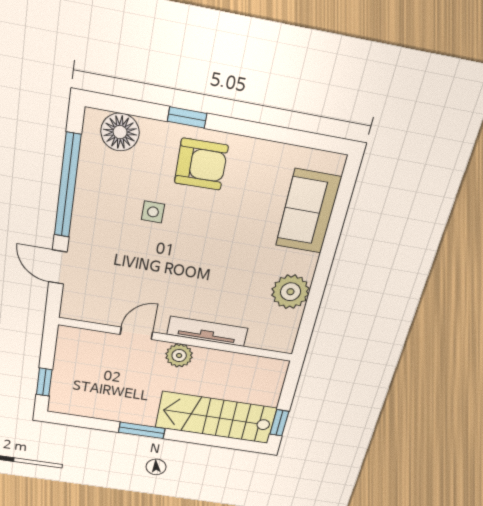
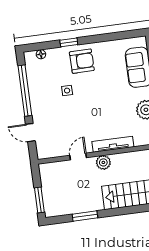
floor lamp: (120, 132) -> (41, 54), width x0.53, depth x0.53
window: (44, 382) -> (39, 200), width x1.50
window: (142, 430) -> (85, 216), moved

